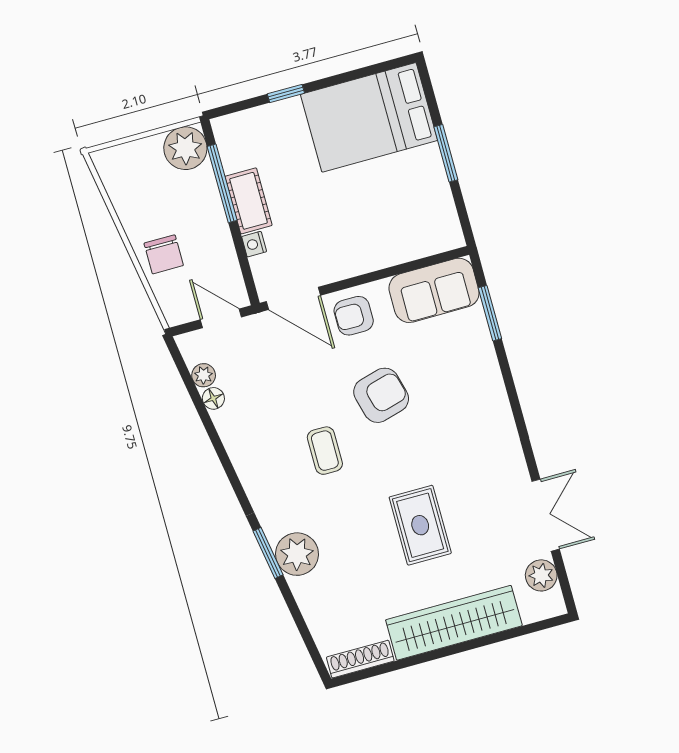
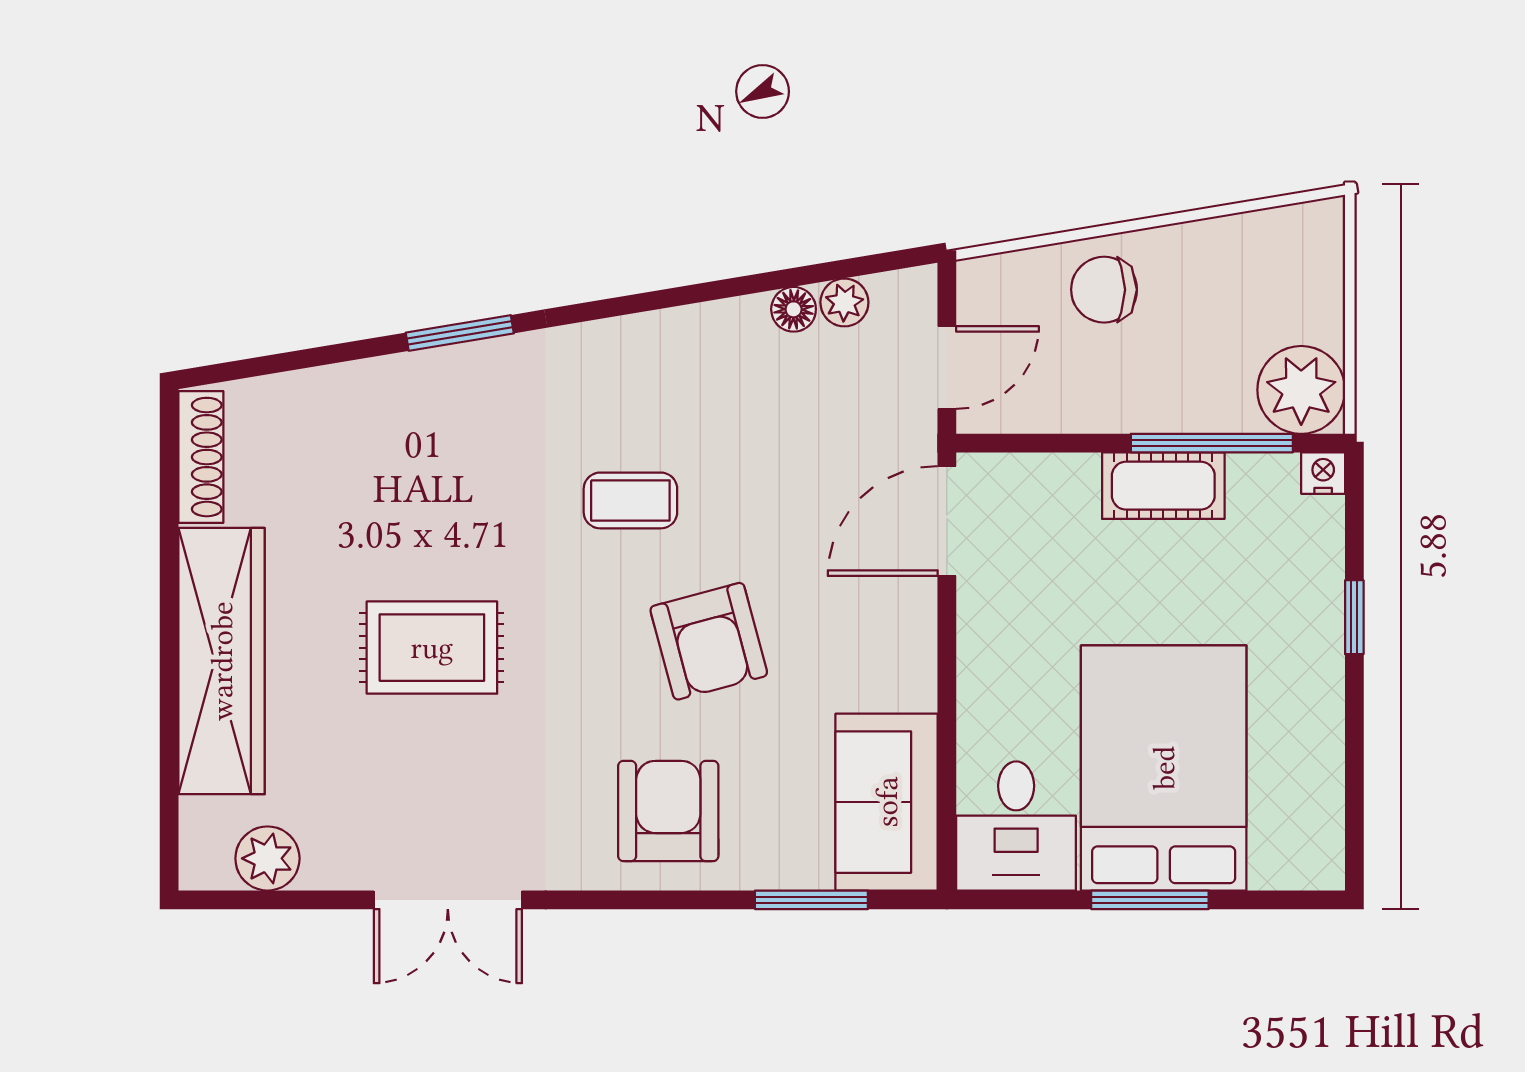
bed: (369, 117) -> (1164, 768), moved
desk: (428, 226) -> (1016, 826), added
nightstand: (254, 244) -> (1323, 473), moved
armchair: (354, 316) -> (668, 811), moved, width x1.38, depth x1.38
double door: (546, 515) -> (448, 900), moved
plant: (297, 554) -> (442, 389), removed

